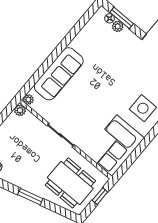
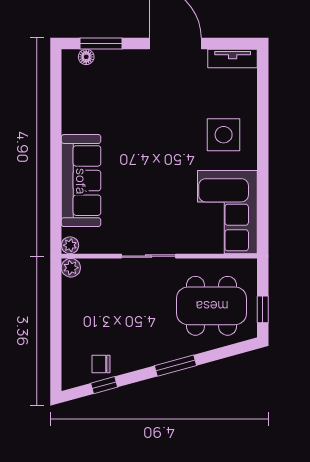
plant: (118, 26) -> (105, 58), removed
window: (100, 196) -> (263, 309), moved

